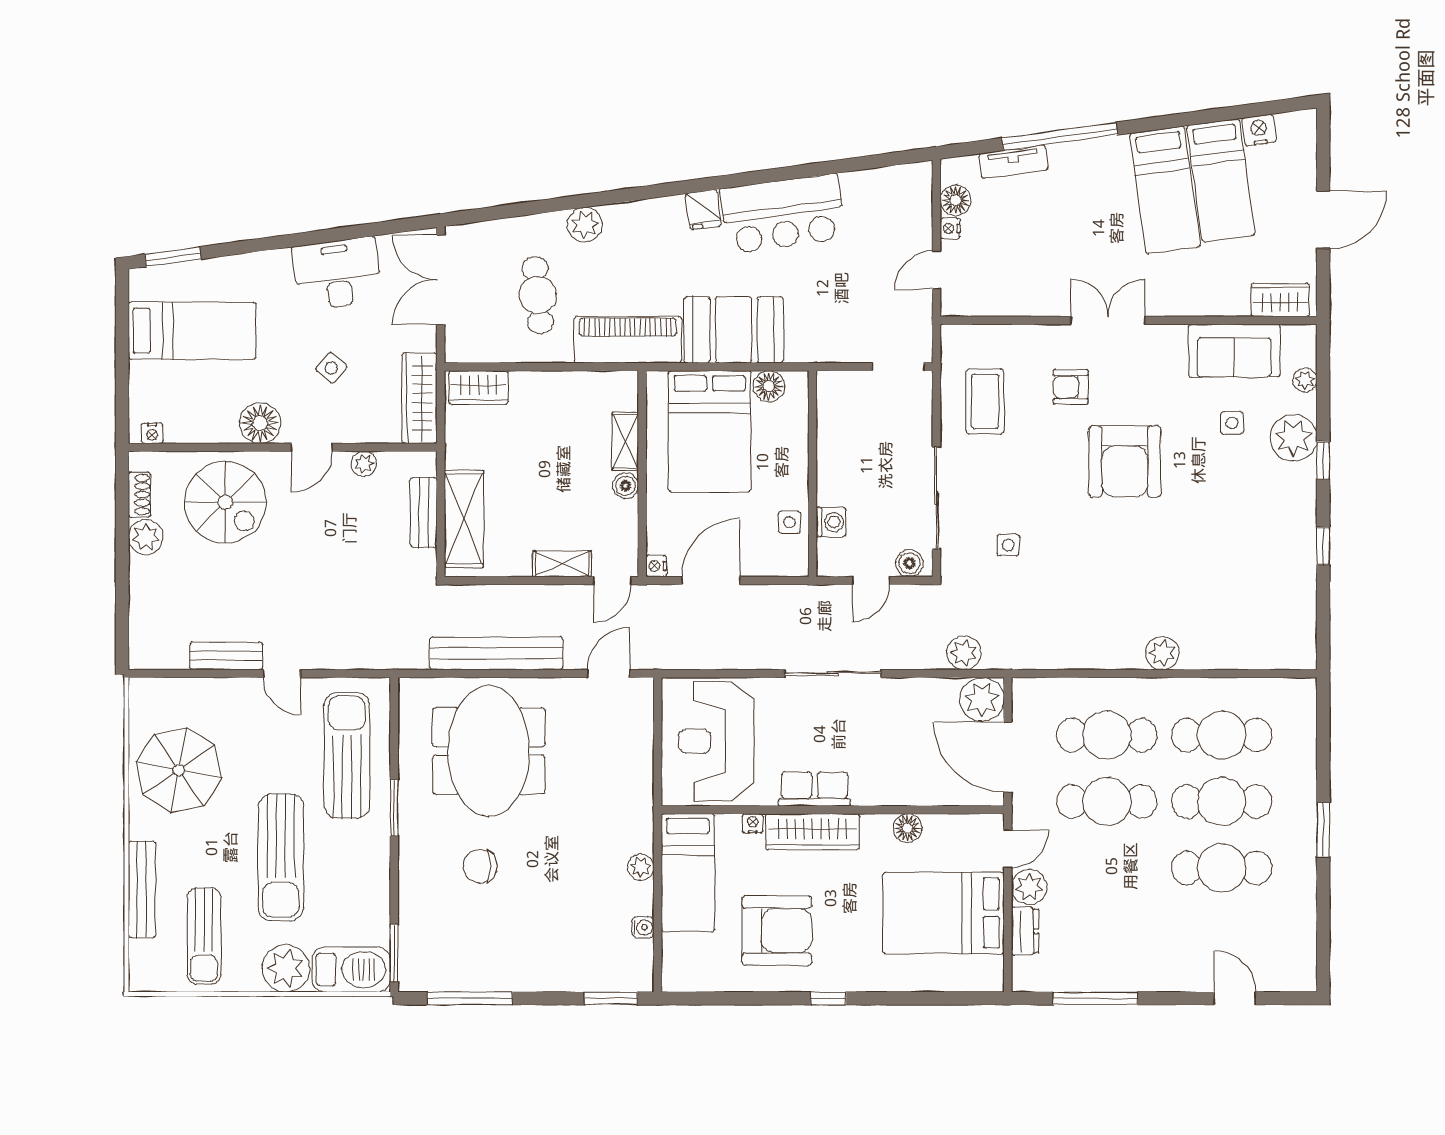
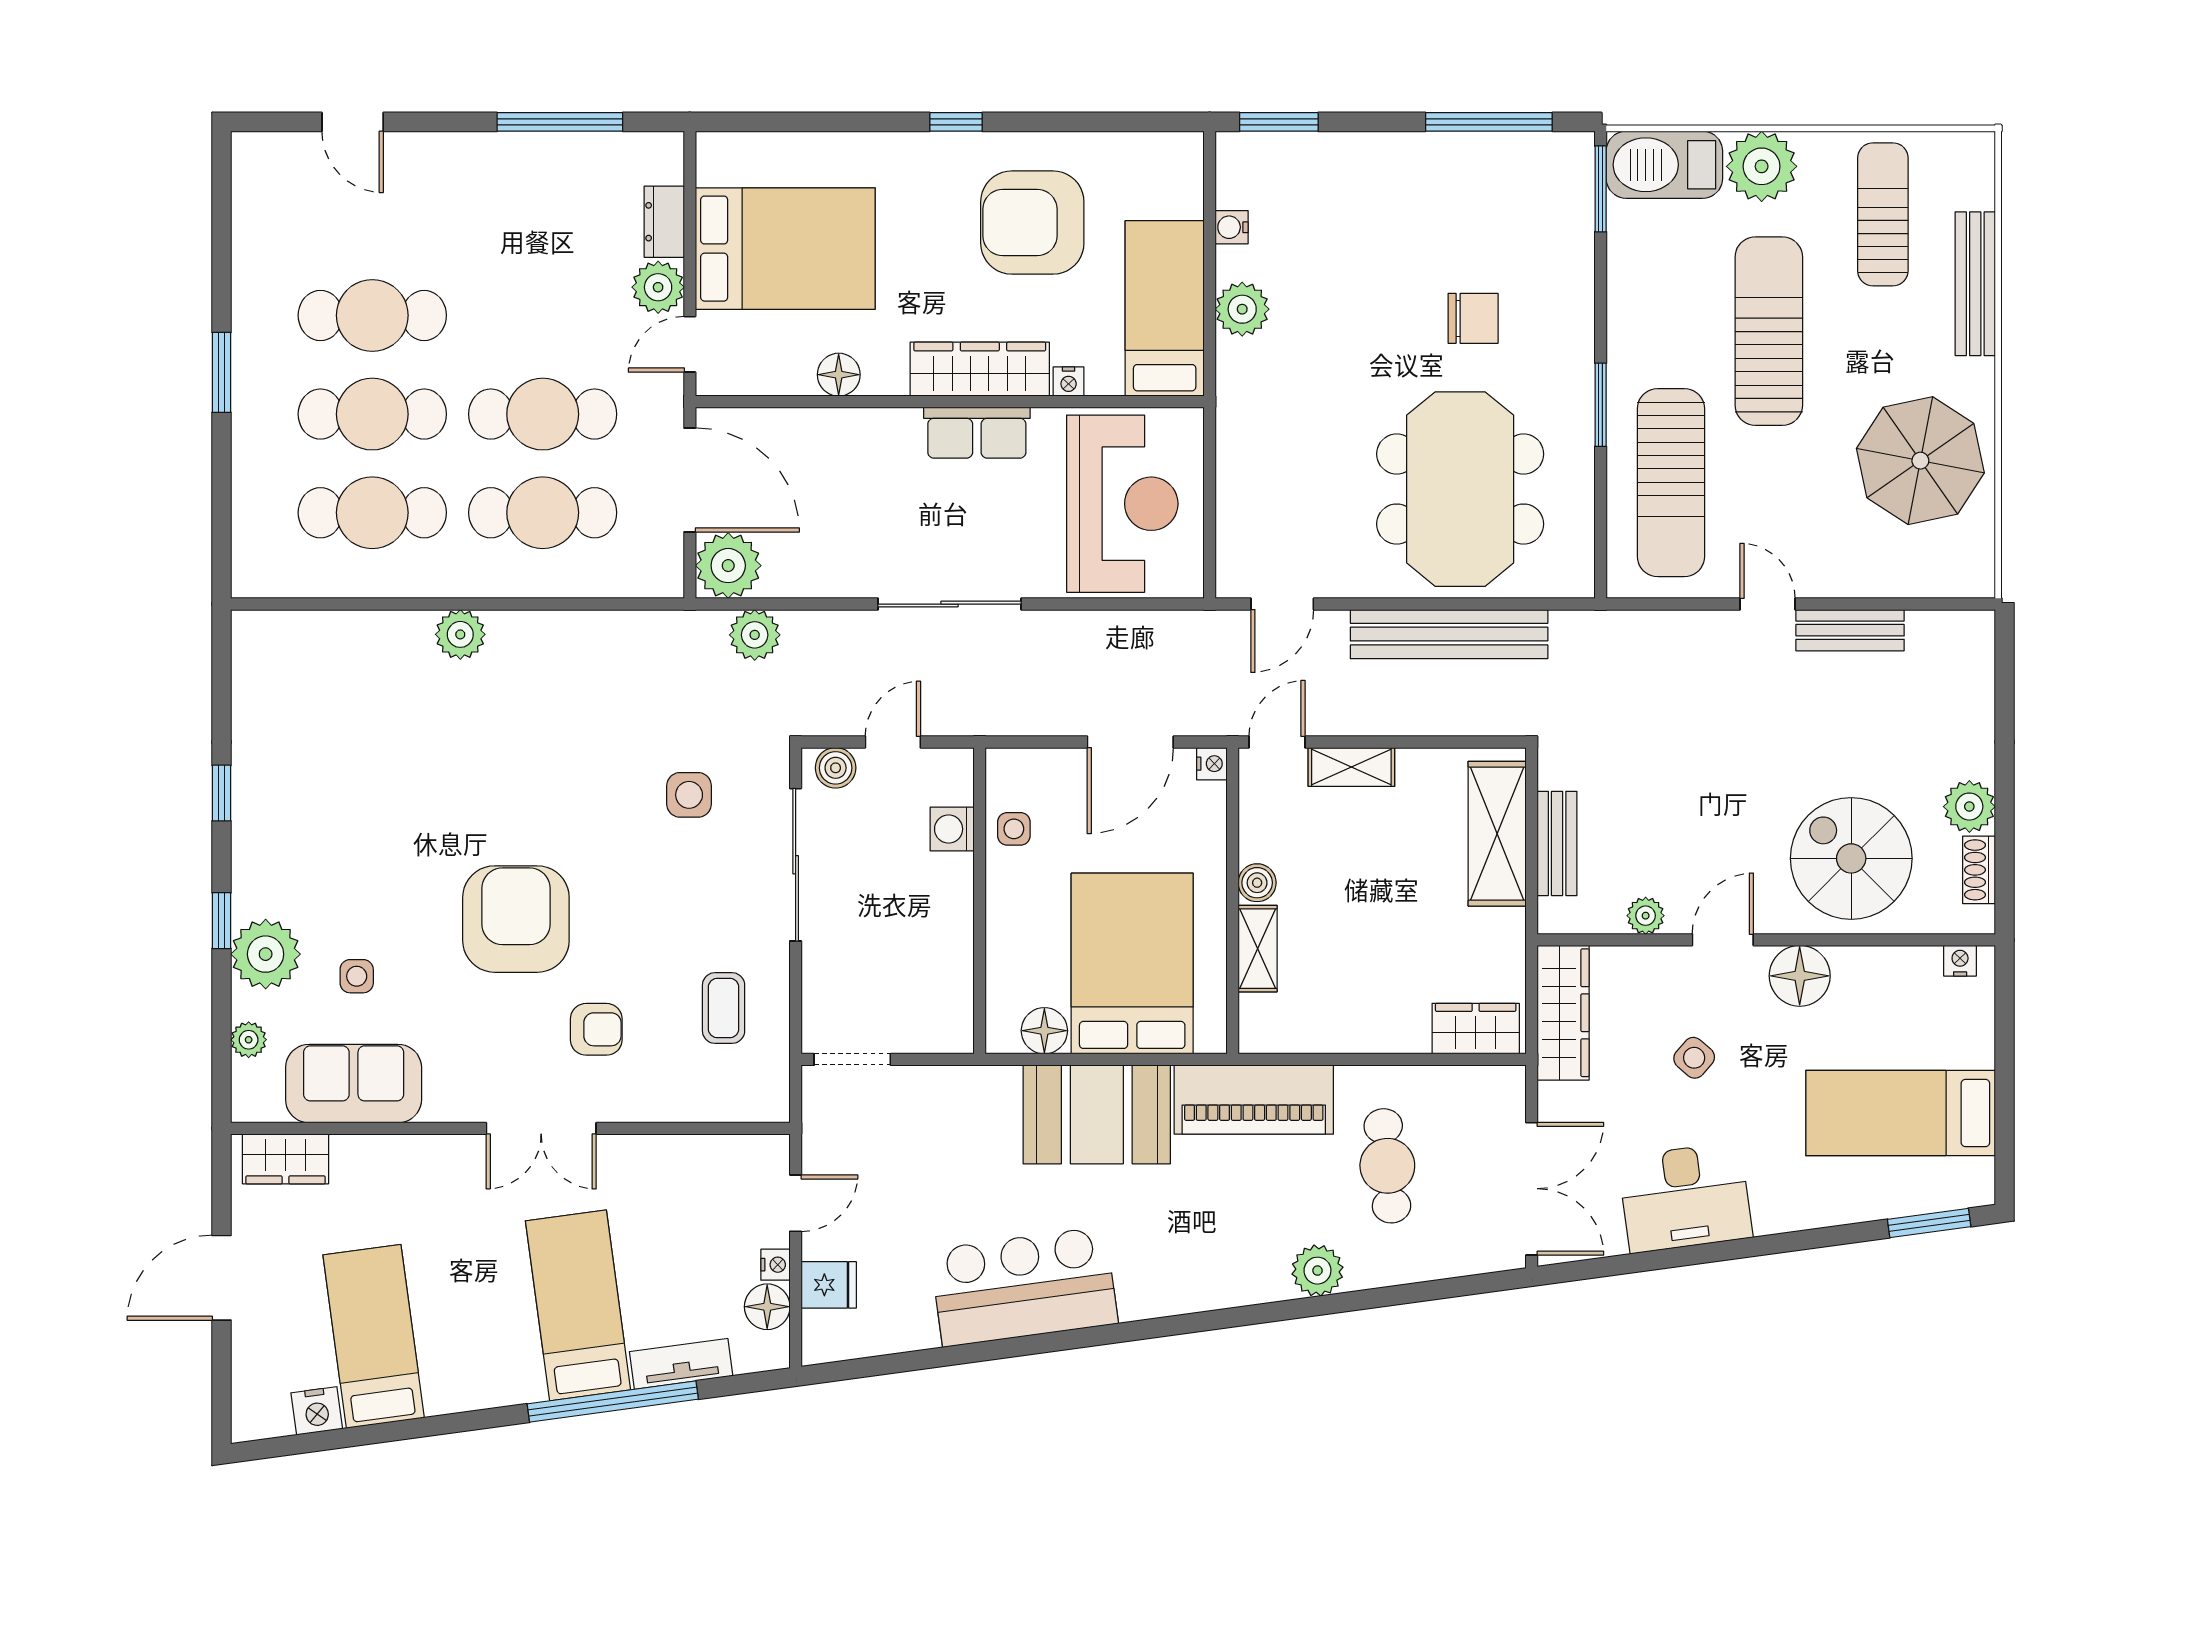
bed: (1165, 190) -> (578, 1305), moved
fridge: (703, 210) -> (829, 1285), moved, turned 98
coffee table: (985, 401) -> (724, 1008), width x0.73, depth x0.77
side table: (1008, 545) -> (689, 795), width x1.37, depth x1.37
plant: (641, 867) -> (1242, 309), width x1.38, depth x1.38

